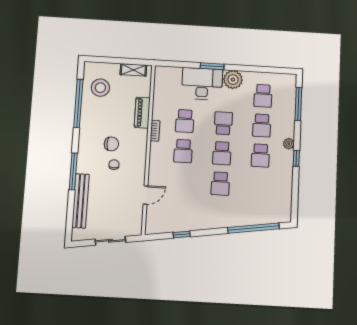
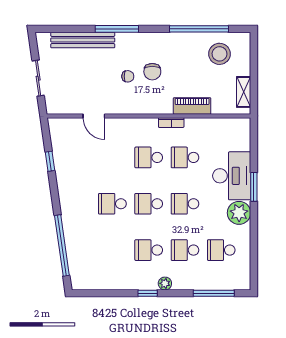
school desk: (223, 123) -> (185, 204), turned 180

